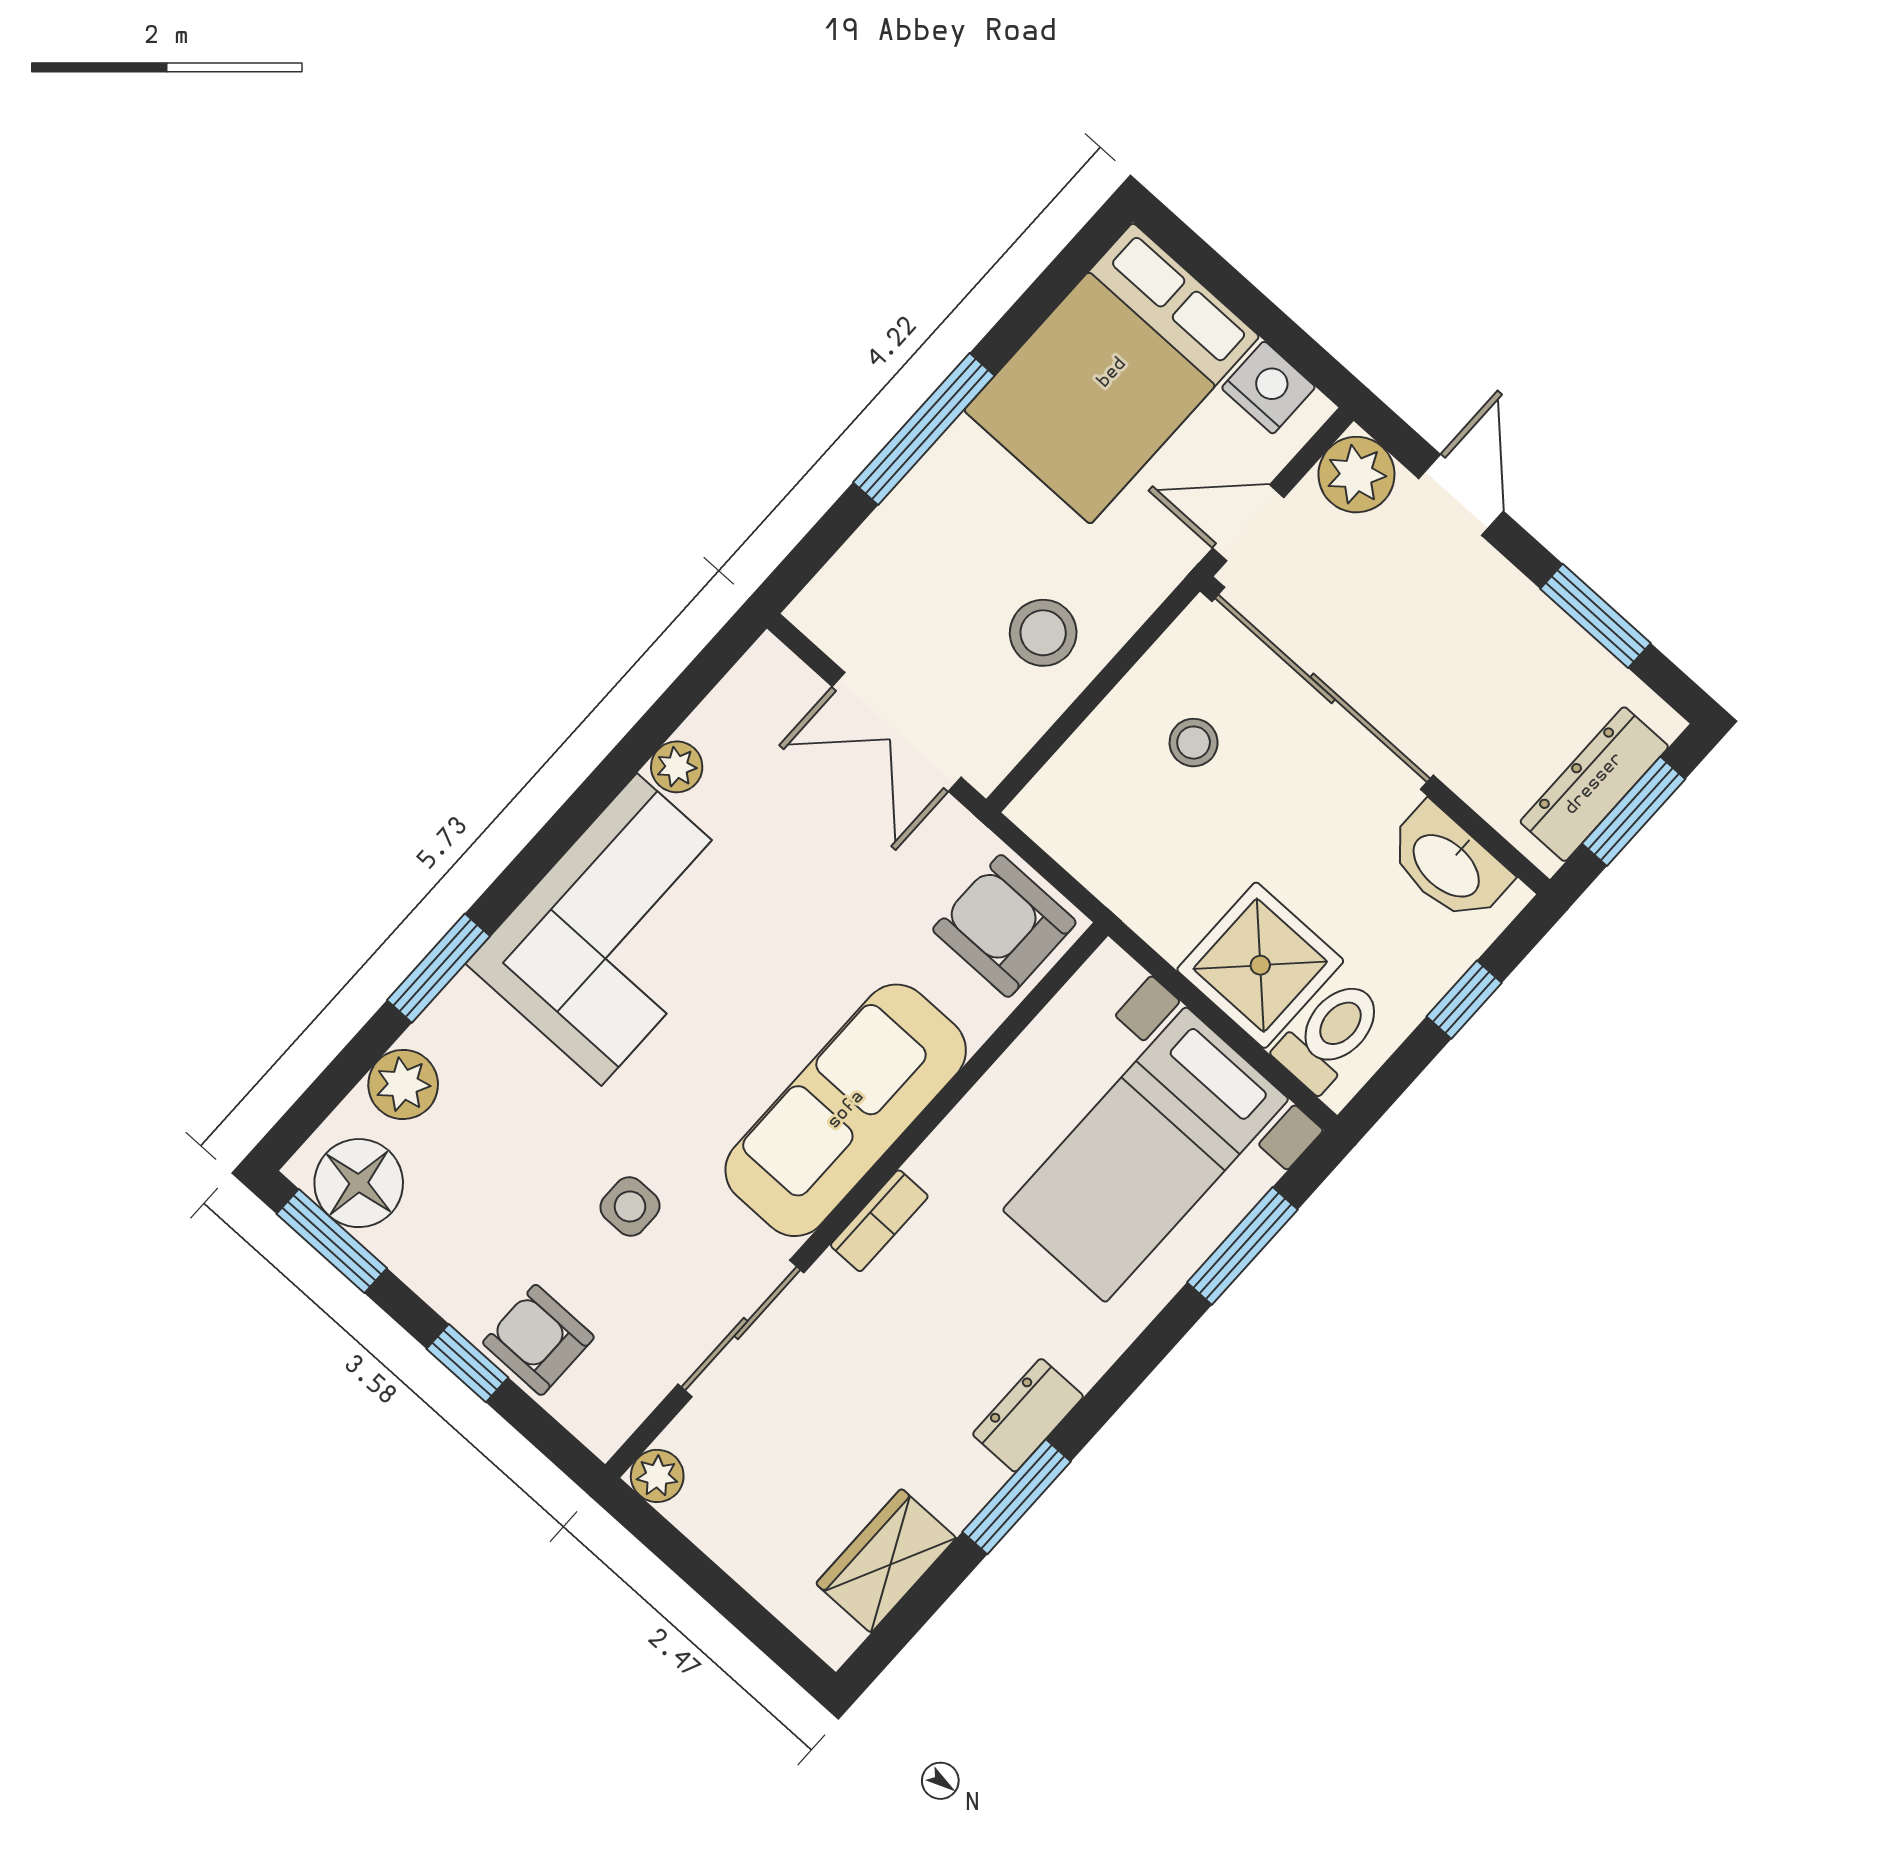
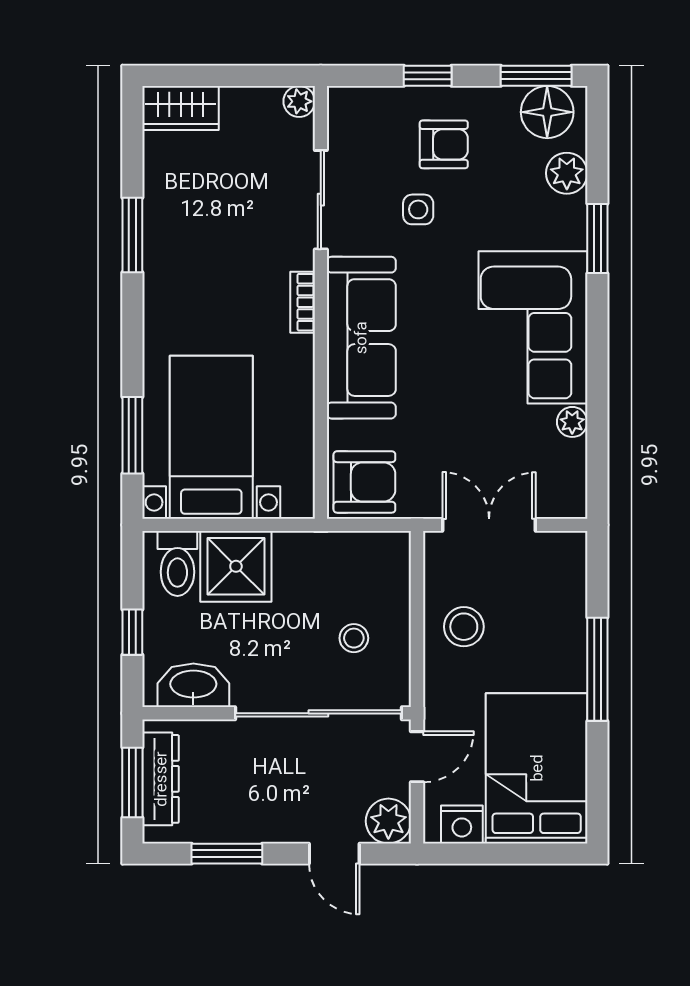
armchair: (538, 1340) -> (444, 144), moved
dresser: (1028, 1415) -> (160, 275), removed
wardrobe: (886, 1561) -> (181, 108), moved, turned 90

